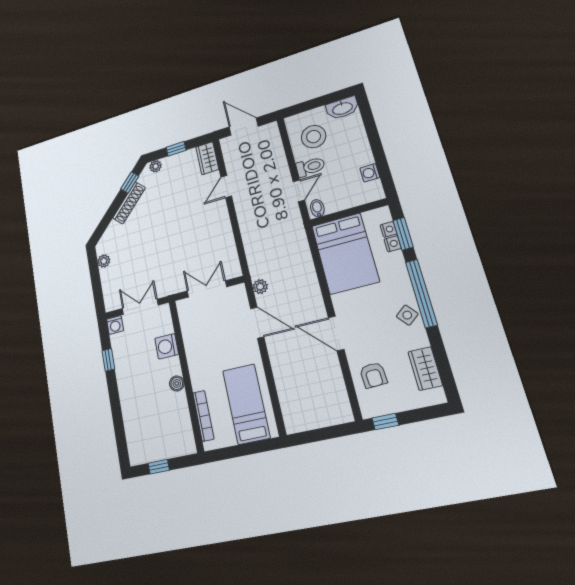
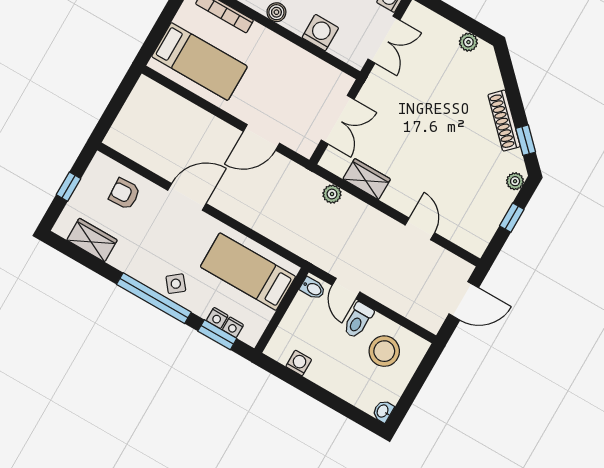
washbasin: (342, 108) -> (383, 411), width x0.52, depth x0.69
wardrobe: (207, 158) -> (367, 179), moved
bed: (345, 253) -> (248, 272), width x0.67
plant: (260, 287) -> (332, 194), moved
side table: (407, 315) -> (176, 284), moved
window: (385, 422) -> (68, 187), moved

